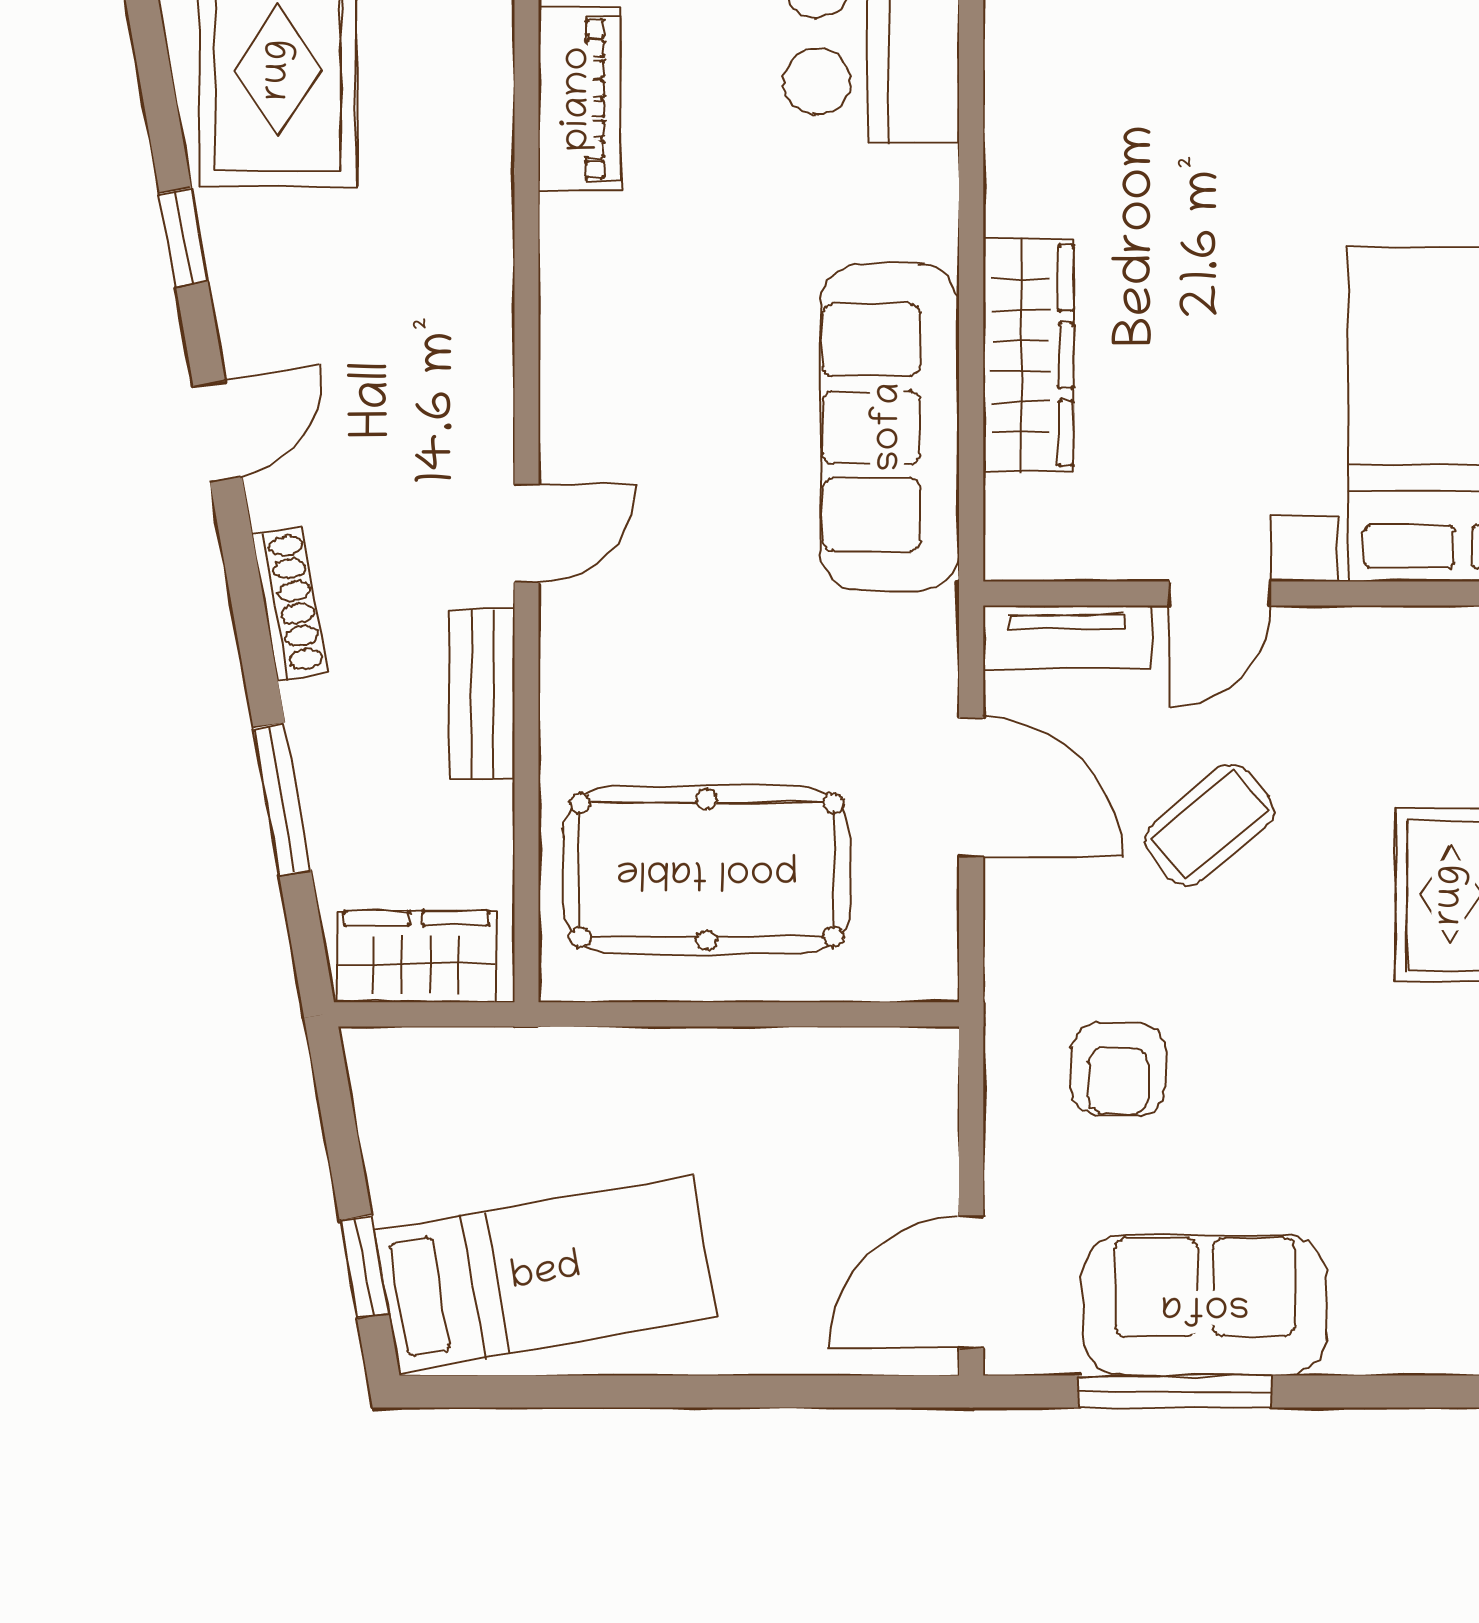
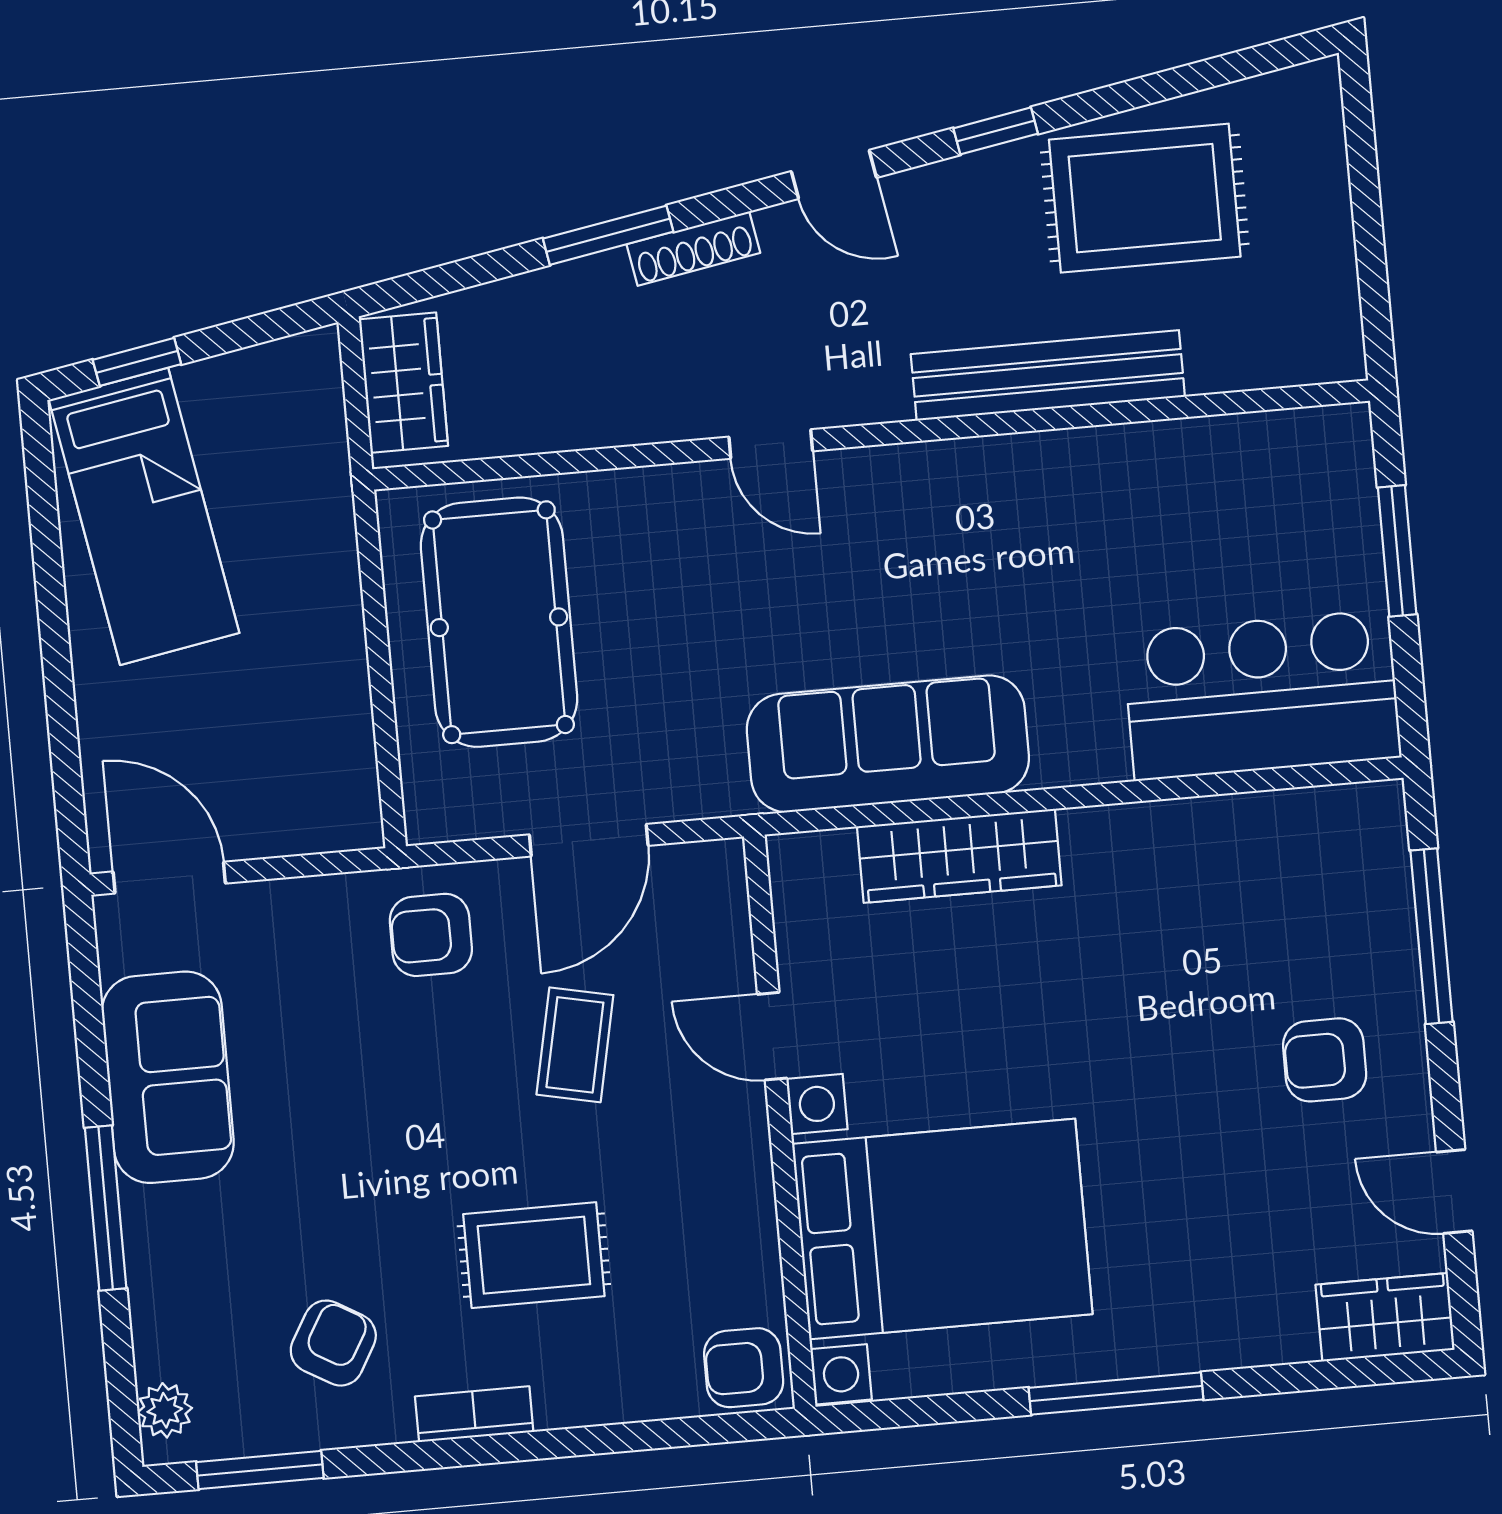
piano: (579, 99) -> (1143, 456), removed
tv unit: (1067, 637) -> (723, 910), removed
bench: (482, 694) -> (1048, 375), moved, width x1.86, depth x1.21
window: (282, 799) -> (608, 235), moved
coffee table: (1209, 825) -> (575, 1045), turned 52
armchair: (1118, 1069) -> (431, 935), moved
window: (1175, 1392) -> (106, 1208), moved

